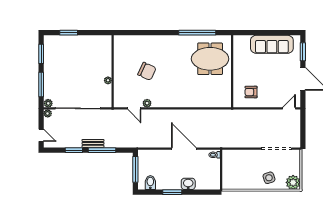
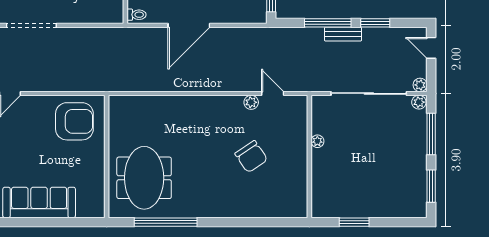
window: (69, 33) -> (354, 222), moved
meeting table: (210, 59) -> (144, 178), turned 90
chair: (147, 71) -> (251, 157), turned -149
armchair: (251, 92) -> (74, 121), width x1.88, depth x1.88
door: (184, 149) -> (189, 25), hinge flipped

